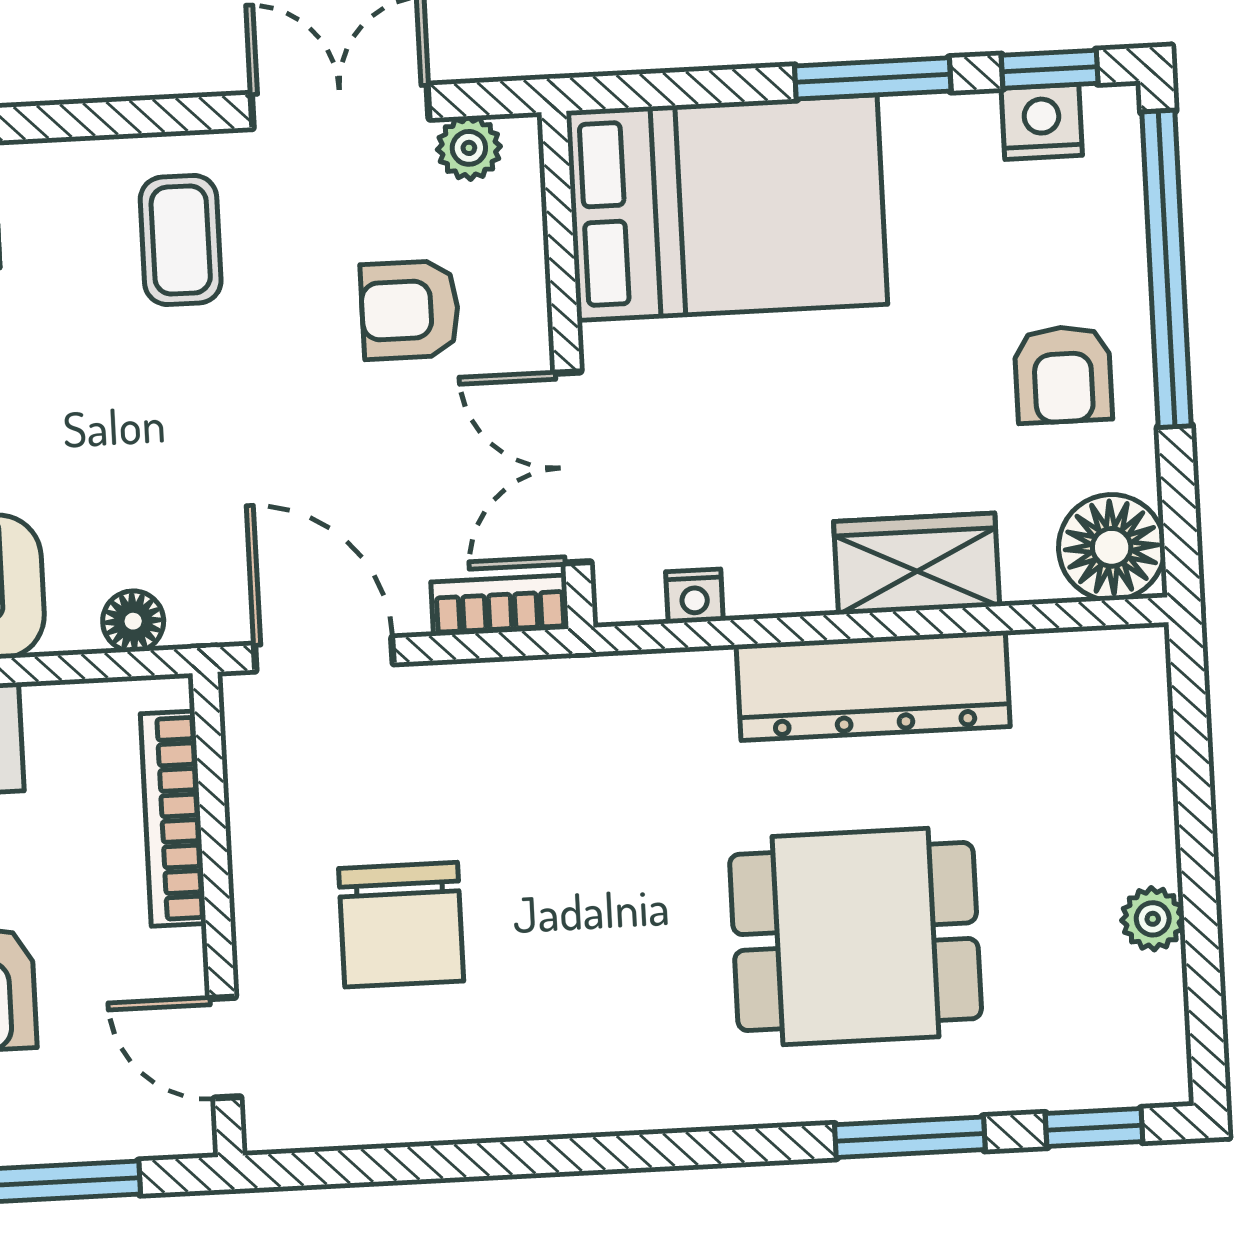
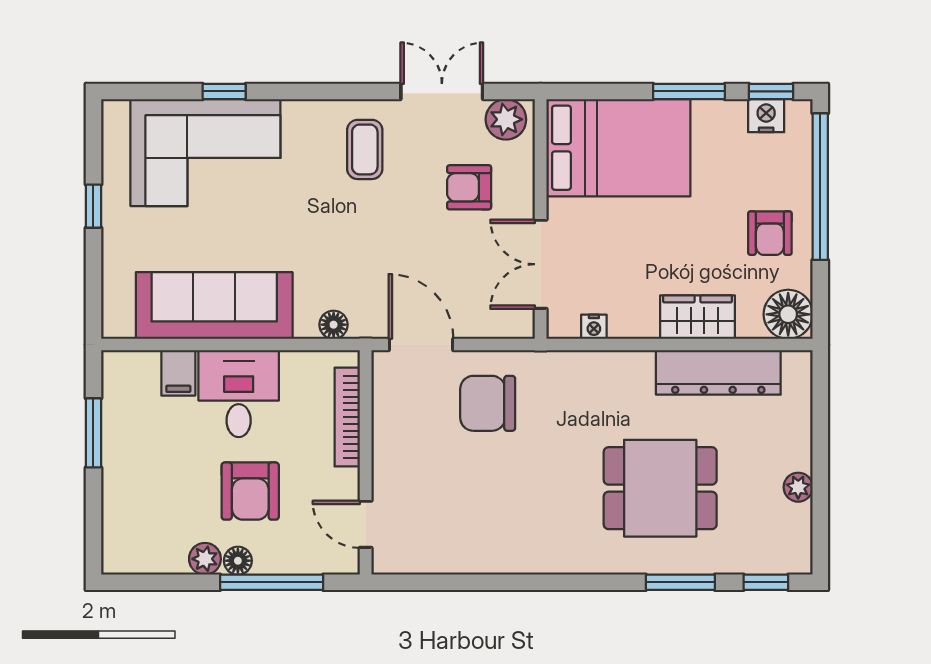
plant: (469, 148) -> (506, 119), width x1.38, depth x1.38
bookcase: (500, 605) -> (504, 326), removed
dresser: (873, 686) -> (718, 372), moved
chair: (401, 925) -> (488, 403), moved, turned 90

